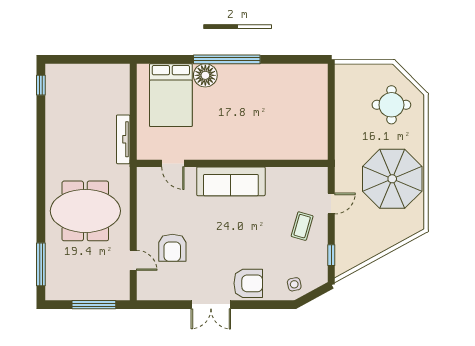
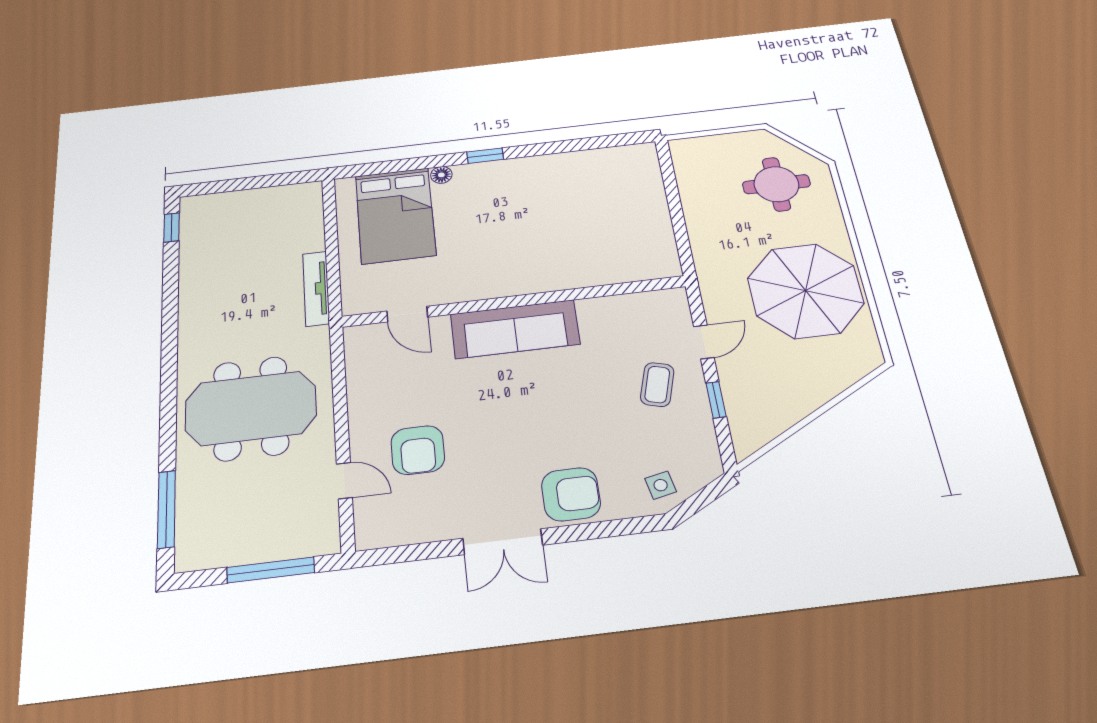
window: (227, 59) -> (485, 156), width x0.32
floor lamp: (205, 75) -> (441, 175), width x0.53, depth x0.53
window: (331, 255) -> (716, 400), moved

